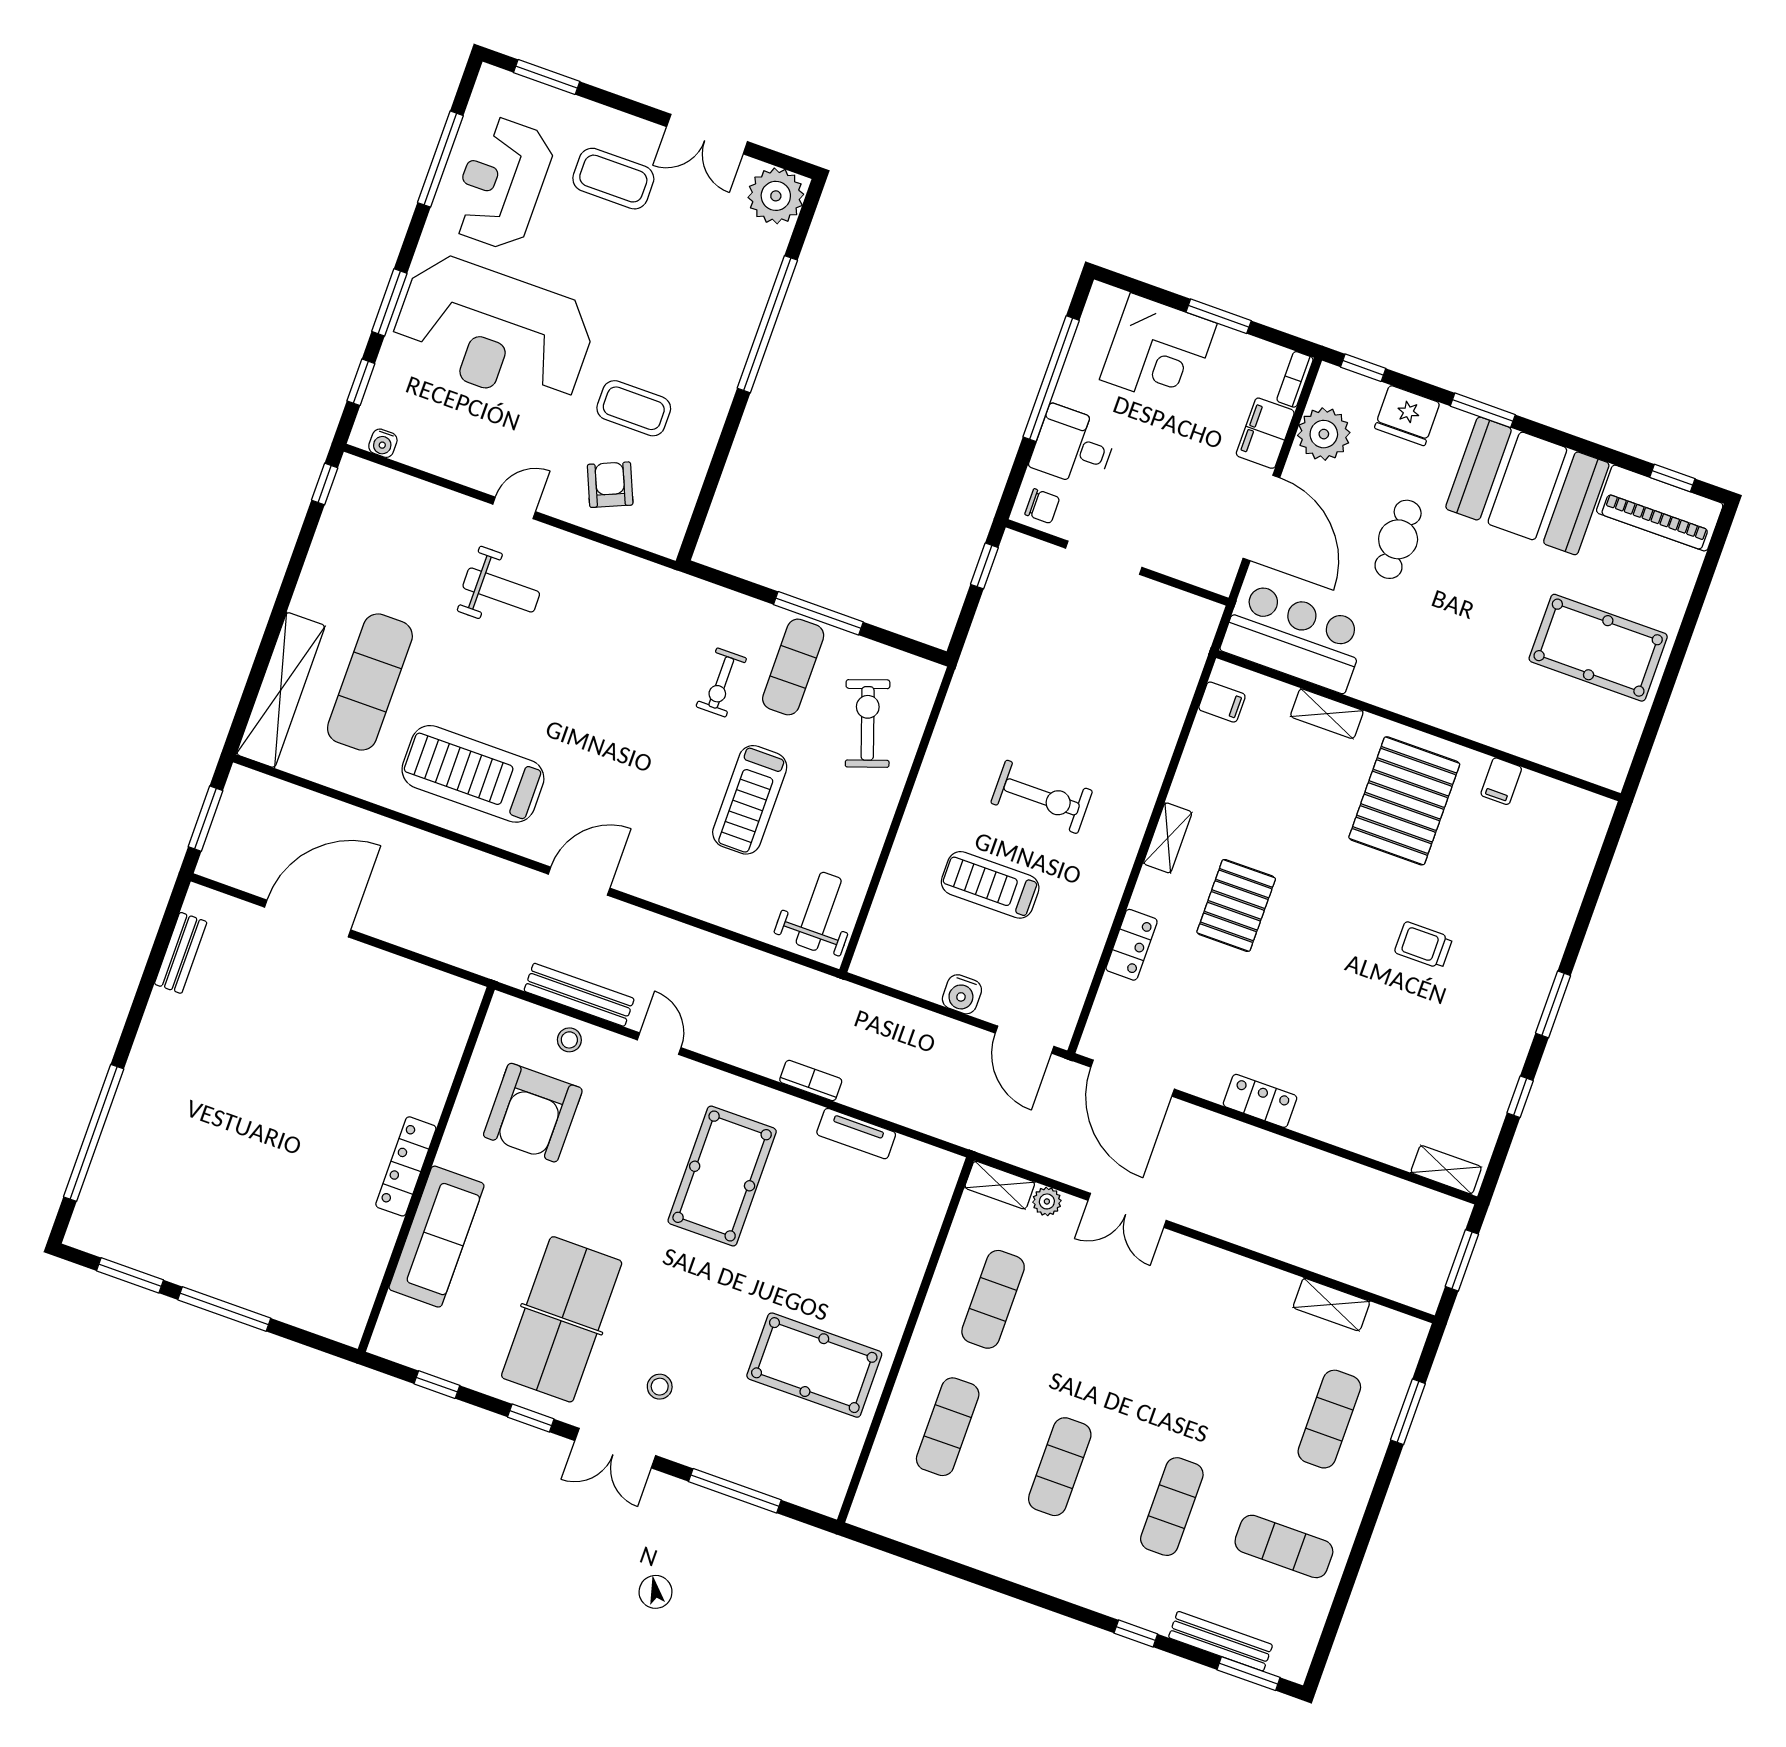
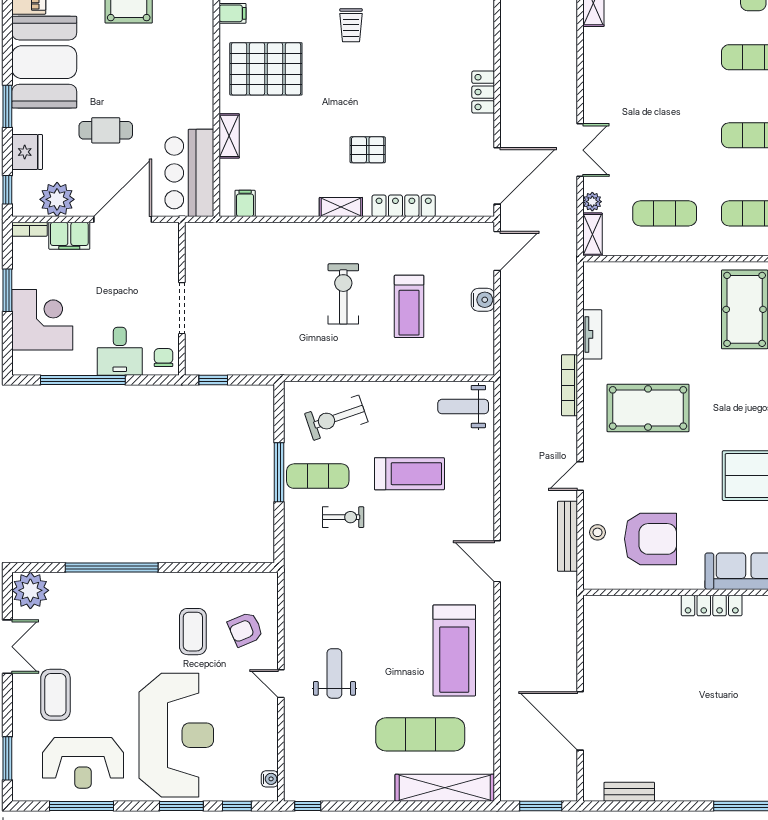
pallet: (1236, 905) -> (368, 150), width x0.67, depth x0.71
locker: (1132, 945) -> (404, 206), width x1.53
bookcase: (811, 1081) -> (569, 385), width x1.56

